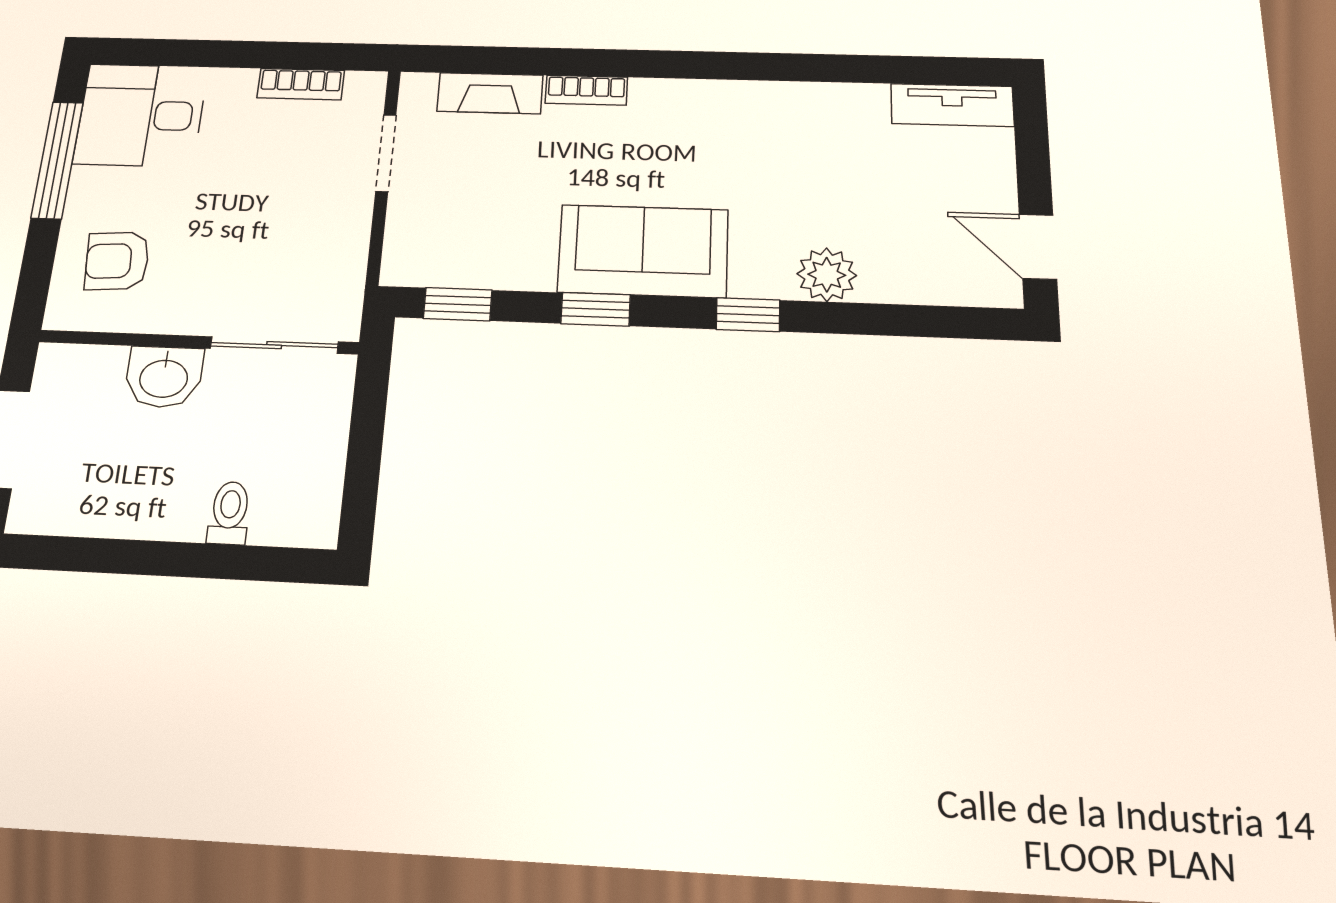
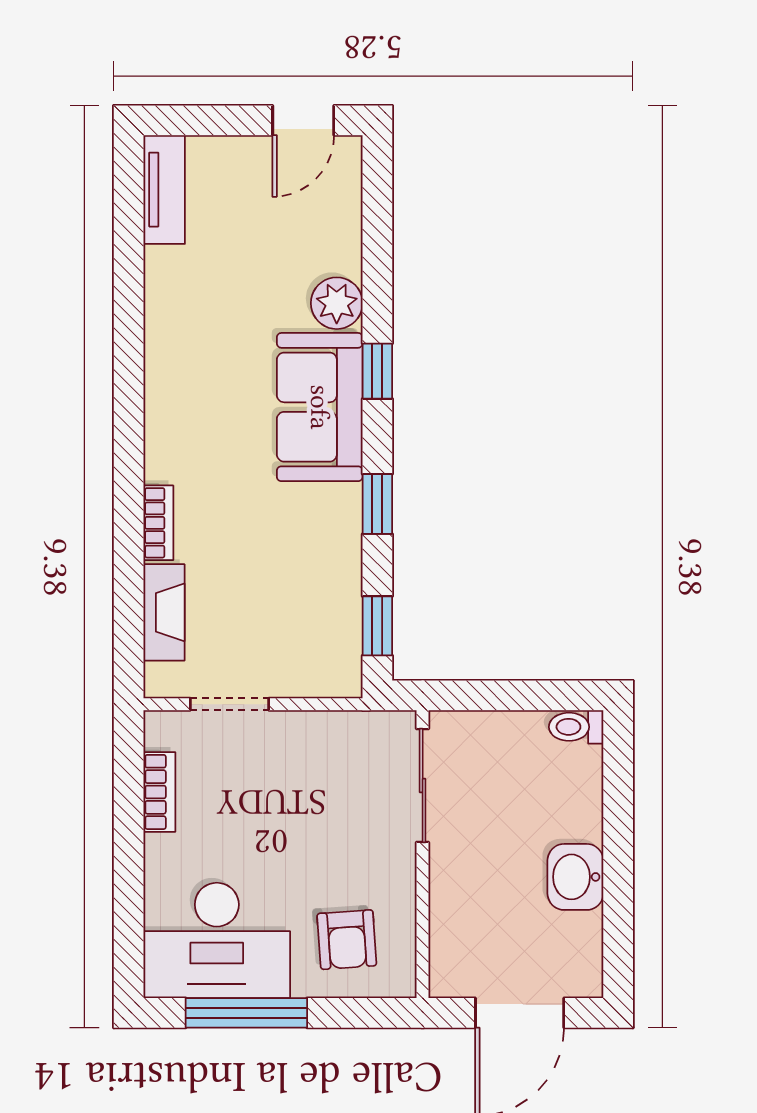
desk: (141, 115) -> (217, 940), width x1.37
sofa: (643, 251) -> (320, 407), moved
washbasin: (164, 377) -> (575, 877), moved, turned 180
toilet: (229, 513) -> (576, 727), moved

